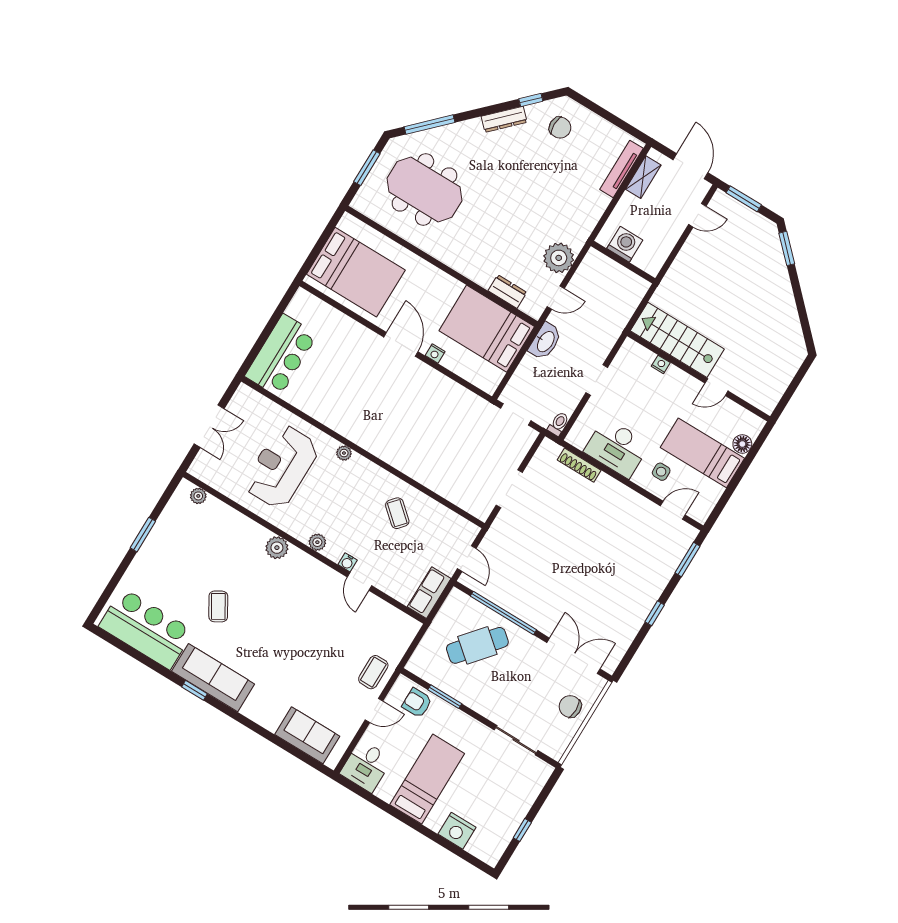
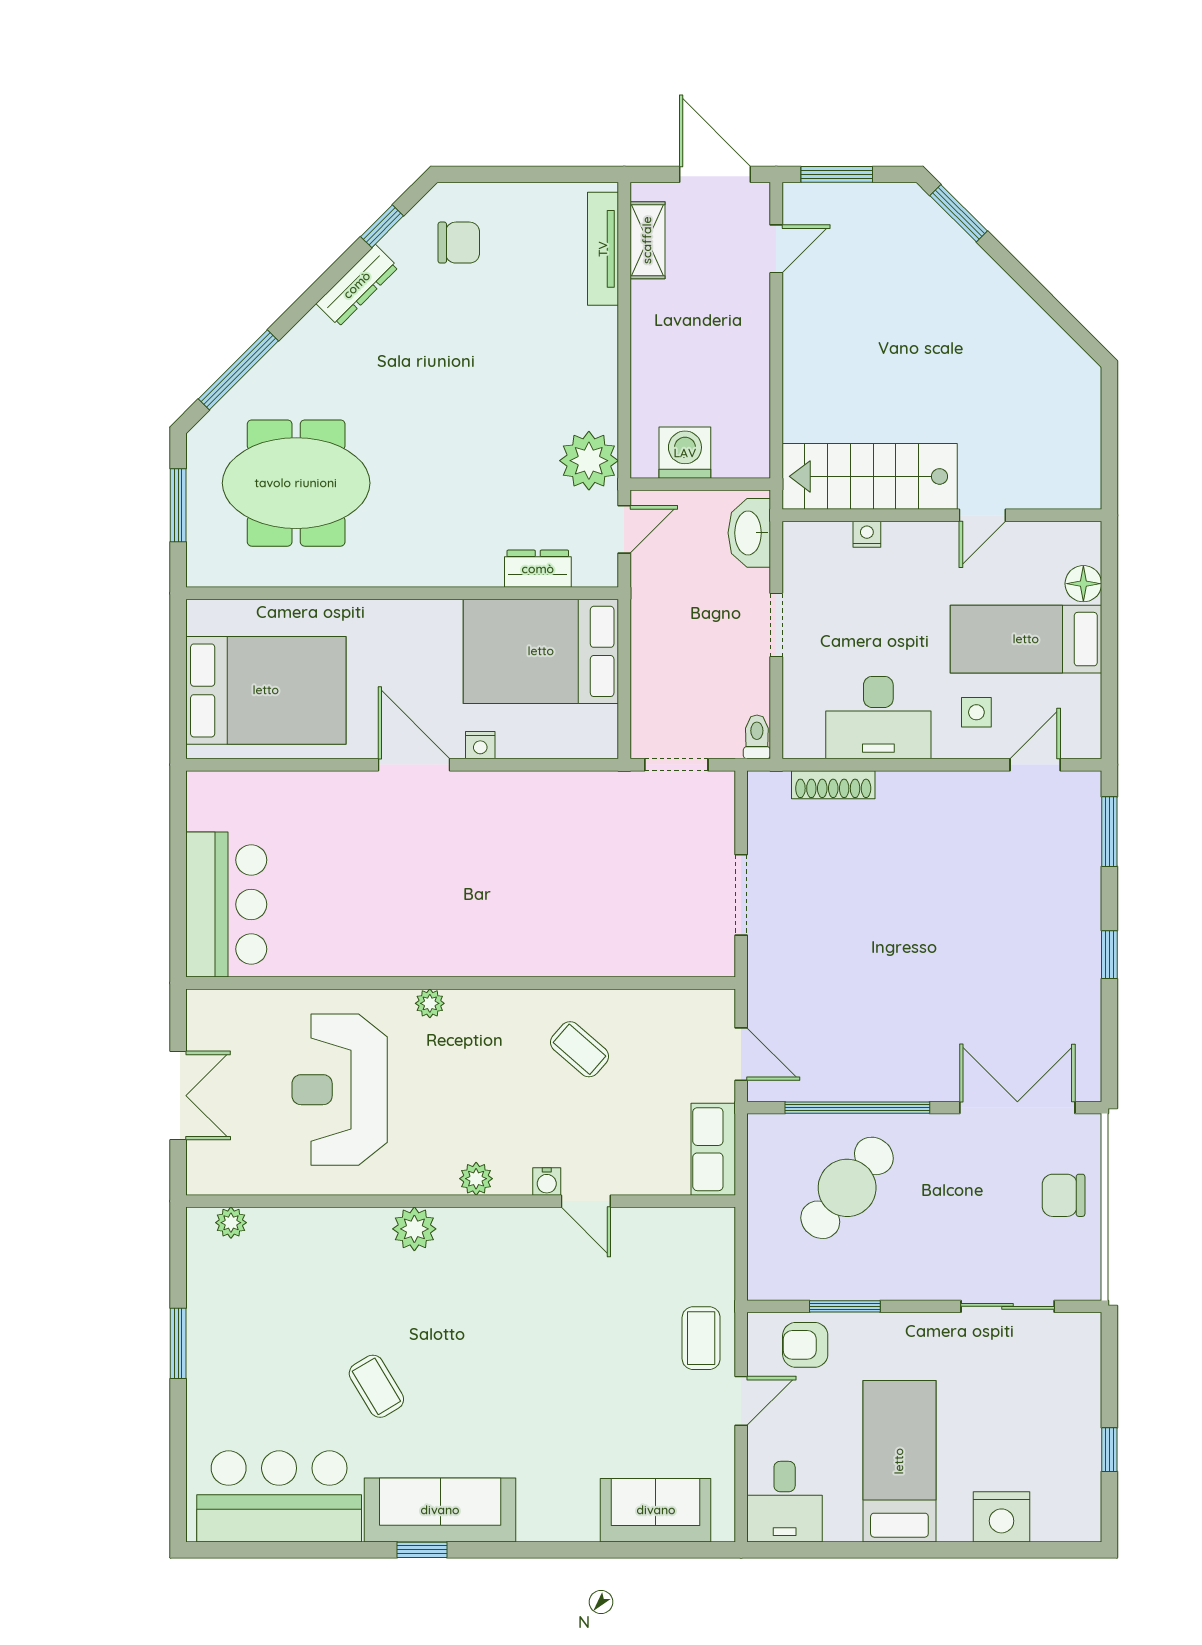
washing machine: (625, 244) -> (685, 453), moved
wall: (623, 262) -> (700, 484), moved
washbasin: (545, 341) -> (749, 533), moved, turned 180

